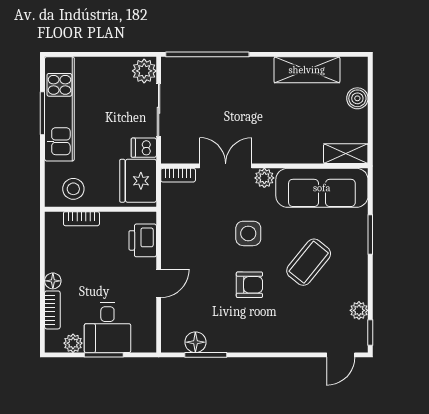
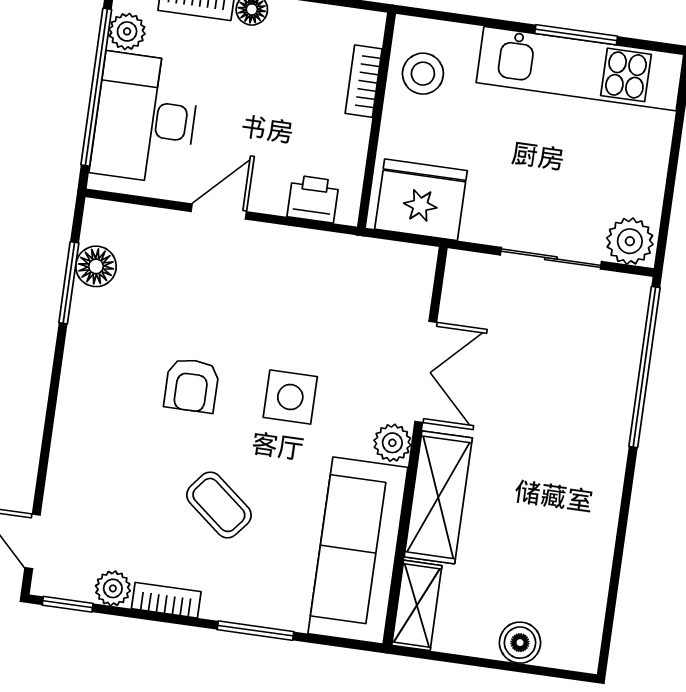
shelving: (307, 70) -> (438, 497), moved
dishwasher: (144, 148) -> (483, 220), removed
bookcase: (178, 175) -> (166, 600), moved, turned 90
printer: (143, 240) -> (313, 199), width x0.73, depth x0.81
coffee table: (309, 262) -> (219, 505), width x0.73, depth x0.77
door: (159, 283) -> (219, 212), swing flipped
desk: (107, 328) -> (145, 118), width x1.37
window: (104, 355) -> (96, 87), width x2.11

